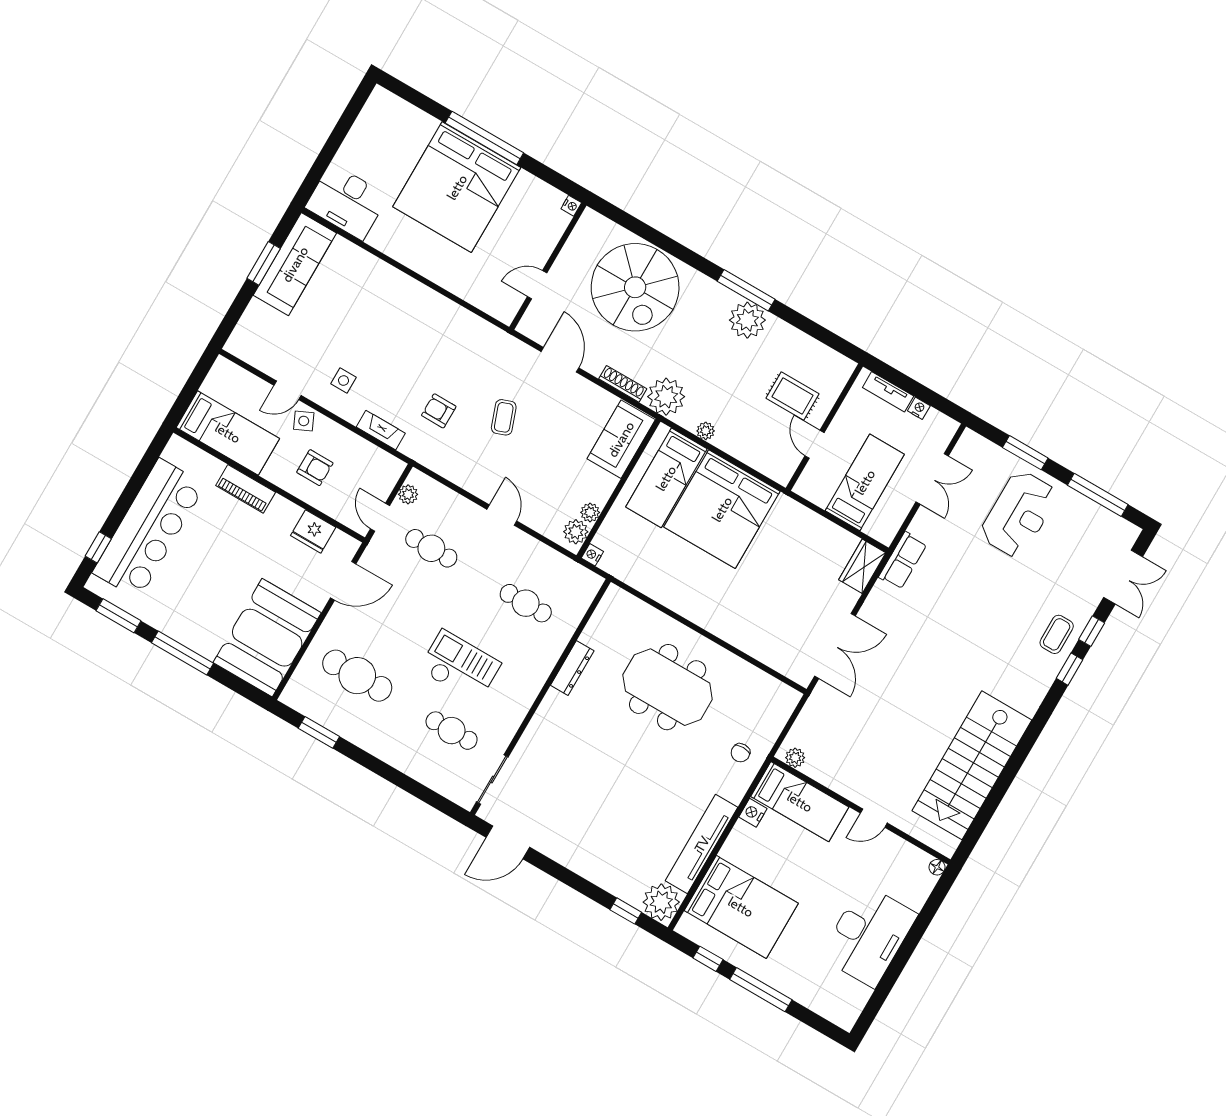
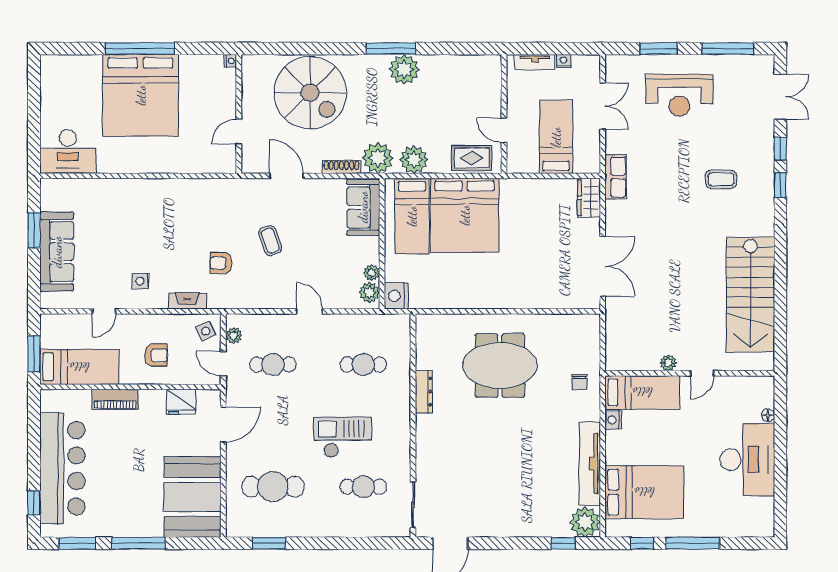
sofa: (295, 264) -> (57, 252), moved
window: (189, 392) -> (34, 354), added
rug: (793, 396) -> (472, 158), moved
side table: (304, 421) -> (206, 331), moved
plant: (706, 431) -> (414, 160), width x1.88, depth x1.88
reception desk: (1019, 514) -> (679, 95), turned 90
nightstand: (592, 555) -> (396, 296), width x1.89, depth x1.79
coffee table: (1057, 634) -> (721, 179), moved, turned 90
plant: (795, 758) -> (668, 363), moved
floor lamp: (937, 867) -> (768, 415), moved

